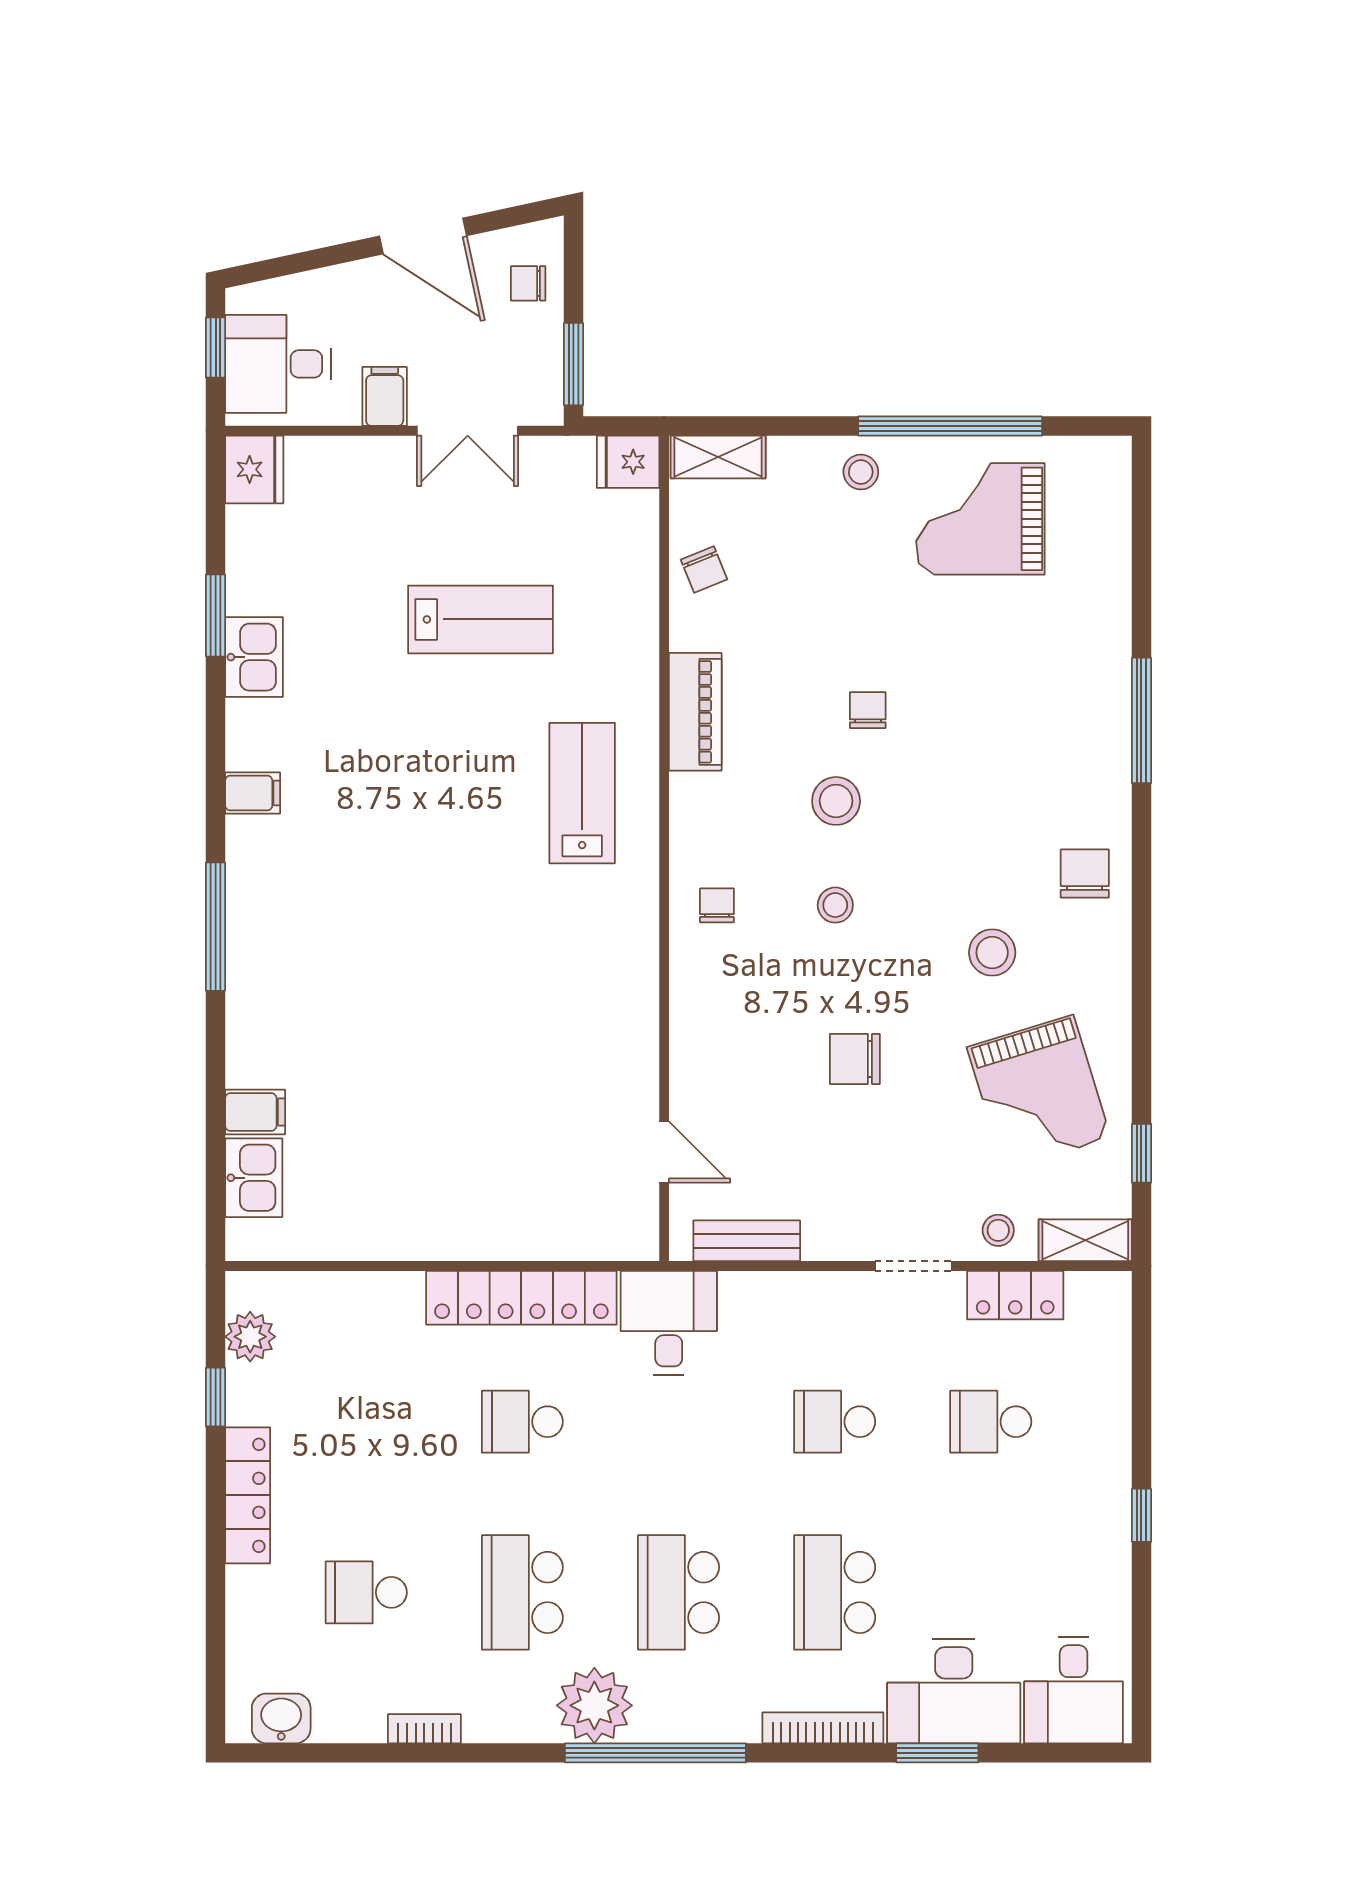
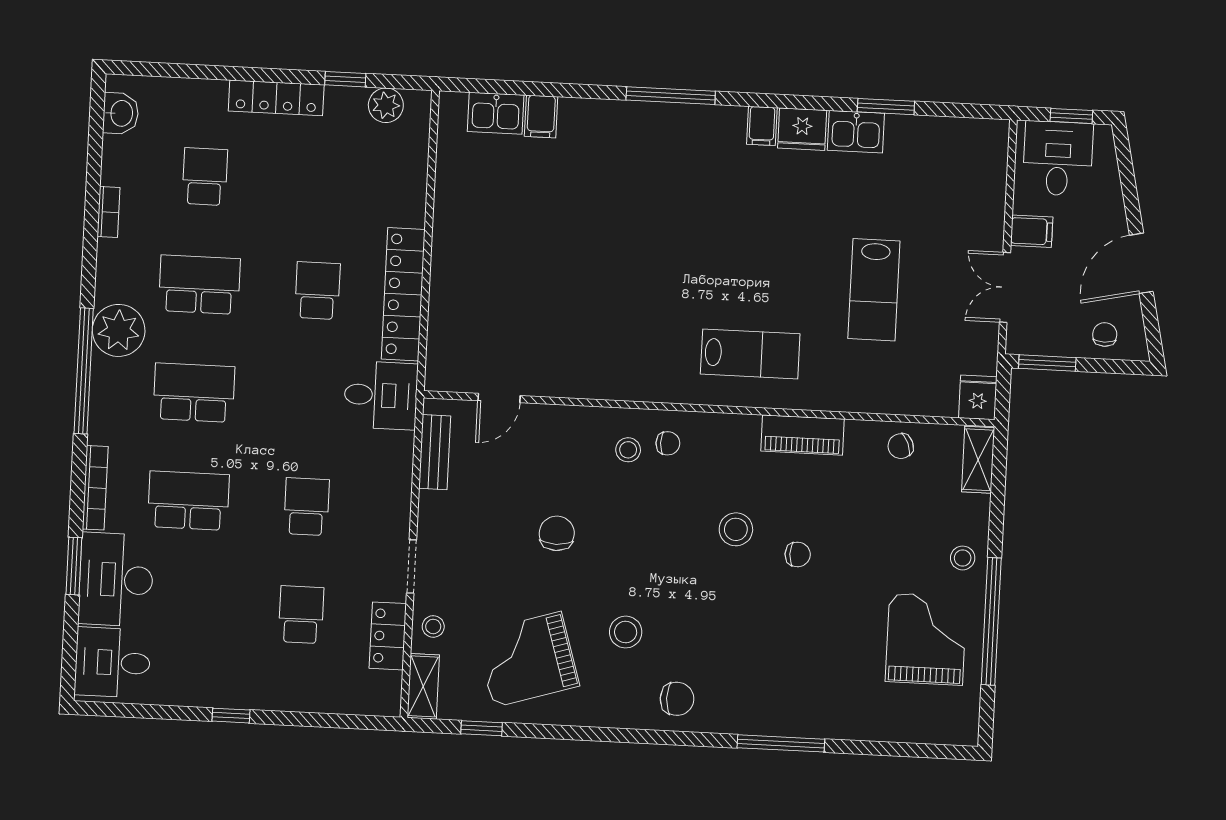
fridge: (254, 469) -> (802, 129), moved
stool: (835, 905) -> (628, 450), moved

